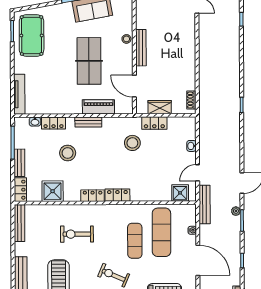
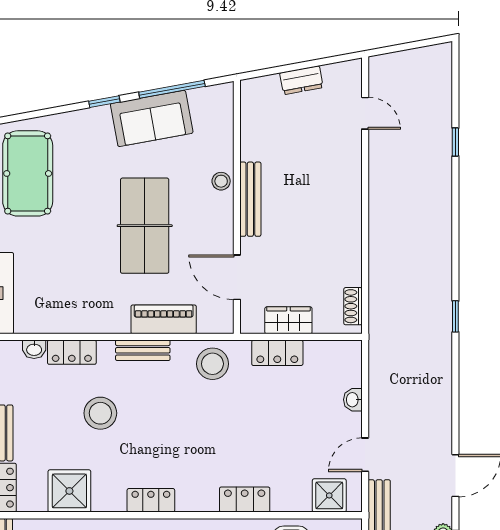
stool: (132, 143) -> (212, 364), moved
locker: (117, 195) -> (245, 500), moved

